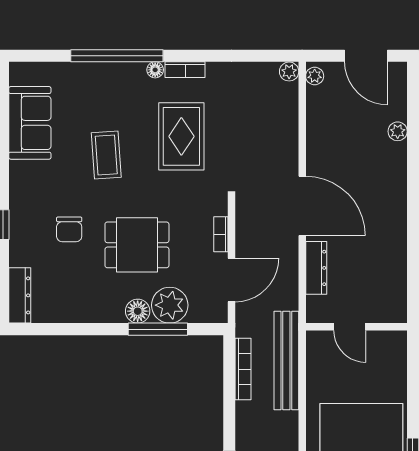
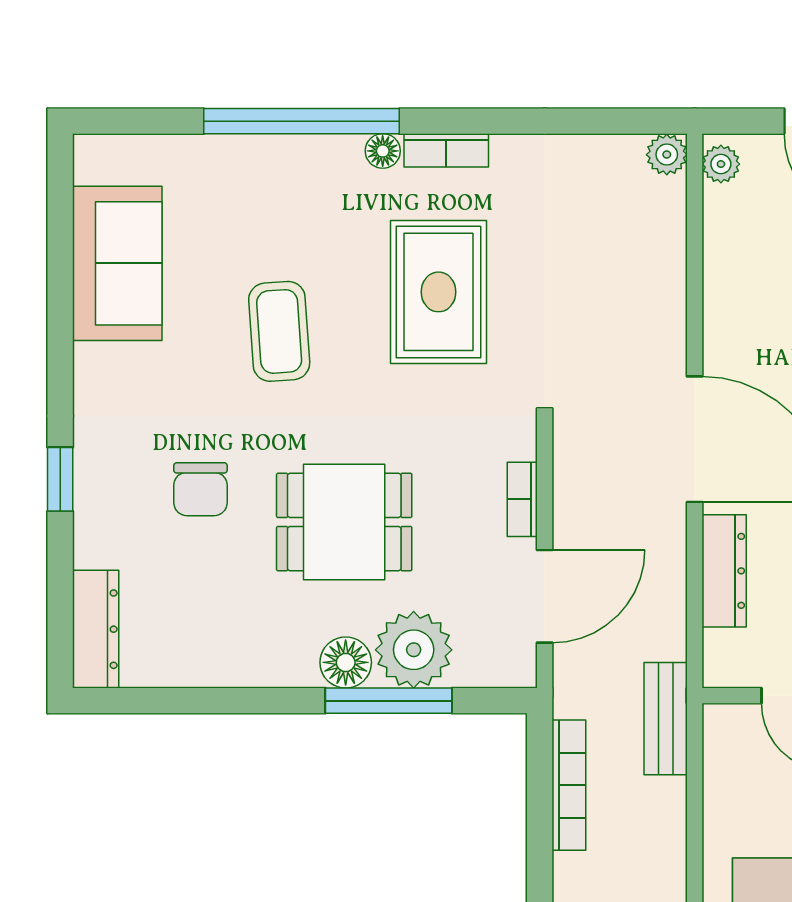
bench: (286, 361) -> (666, 719), width x0.54, depth x0.82

